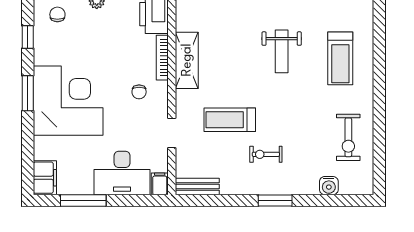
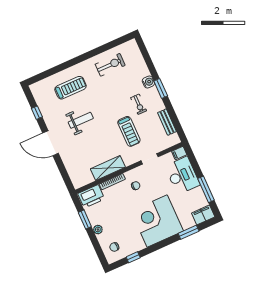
window: (28, 93) -> (189, 232), moved
water cooler: (329, 186) -> (148, 82), moved
bench: (197, 187) -> (167, 122), moved

